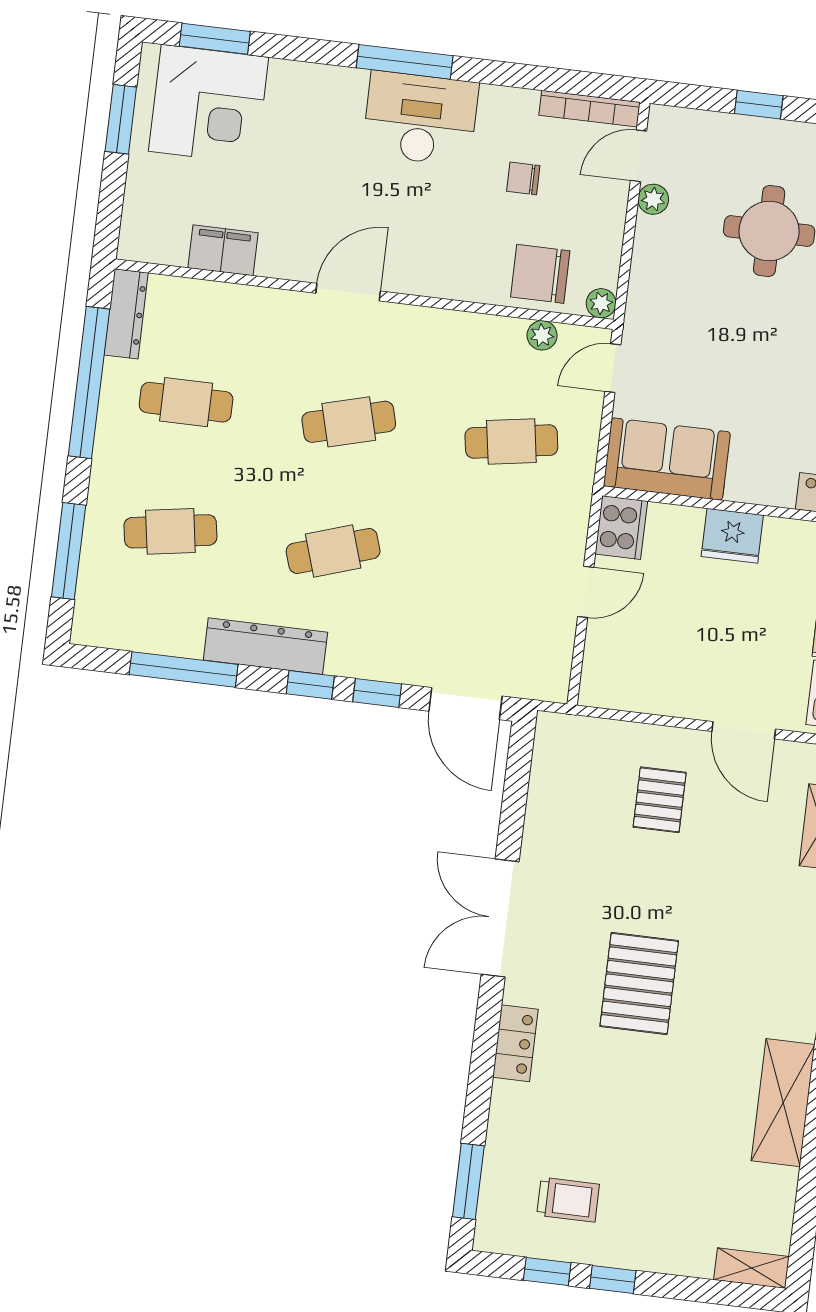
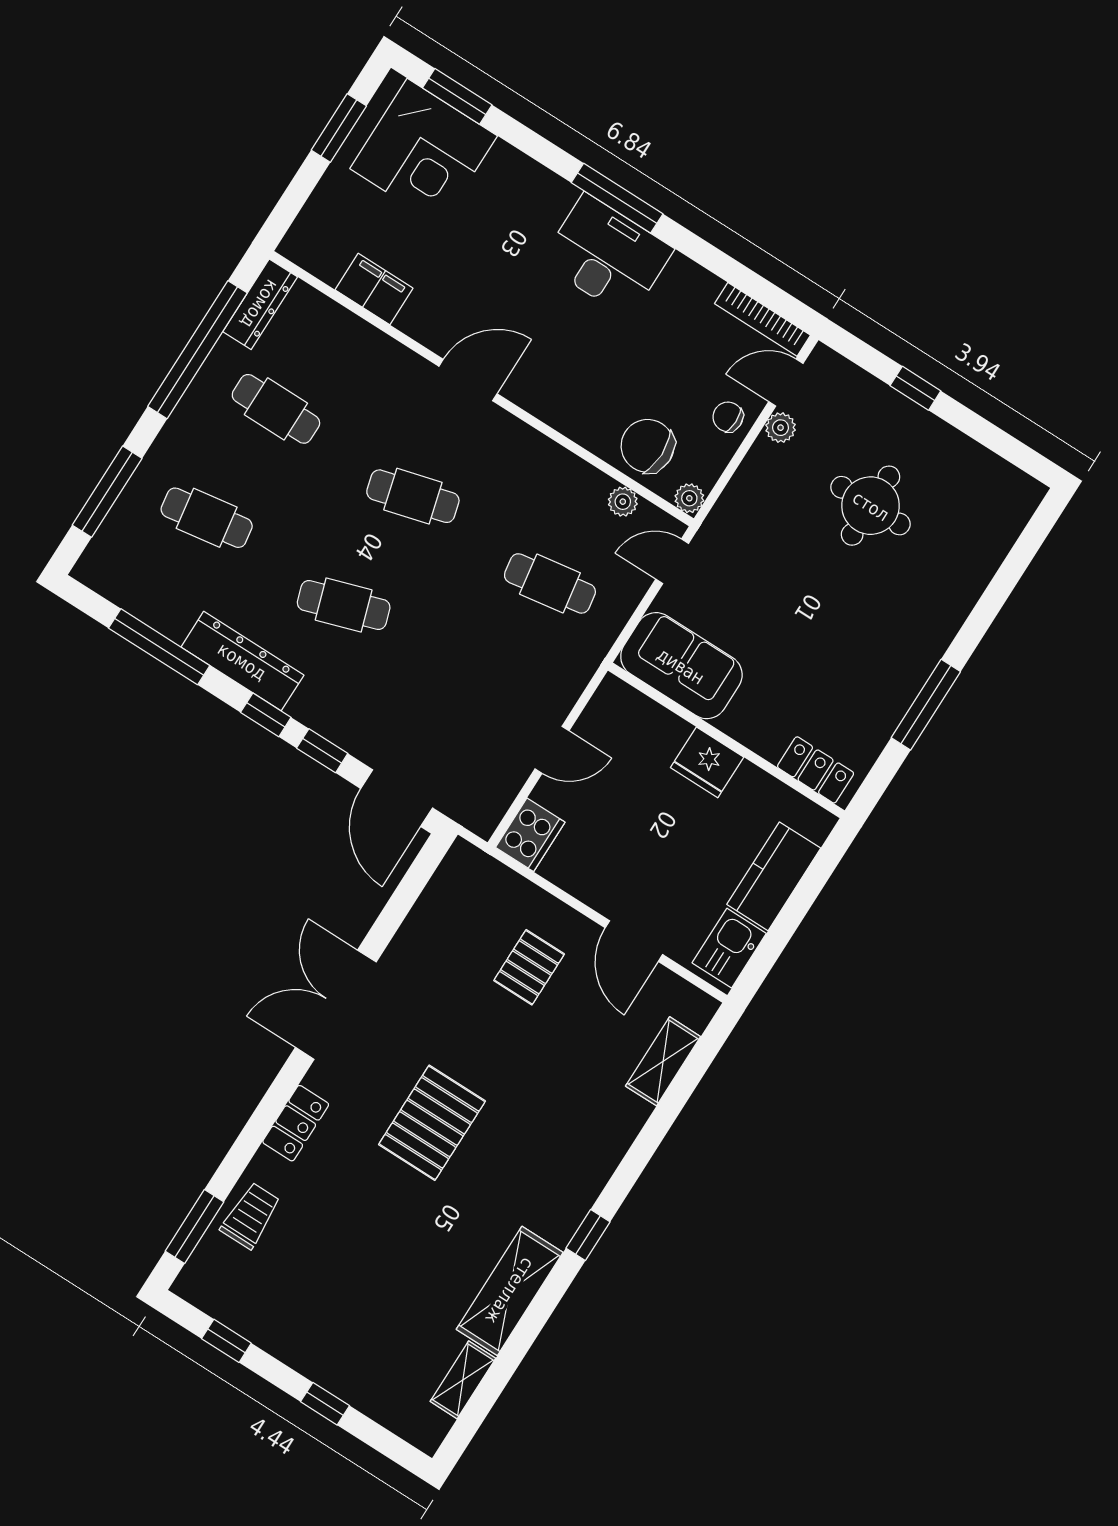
chair: (523, 178) -> (728, 417), moved
cooker: (621, 528) -> (530, 835), moved
trolley: (568, 1200) -> (251, 1216), moved, turned -90
shelving: (751, 1268) -> (463, 1380), moved, turned 90
window: (613, 1279) -> (325, 1404), moved

